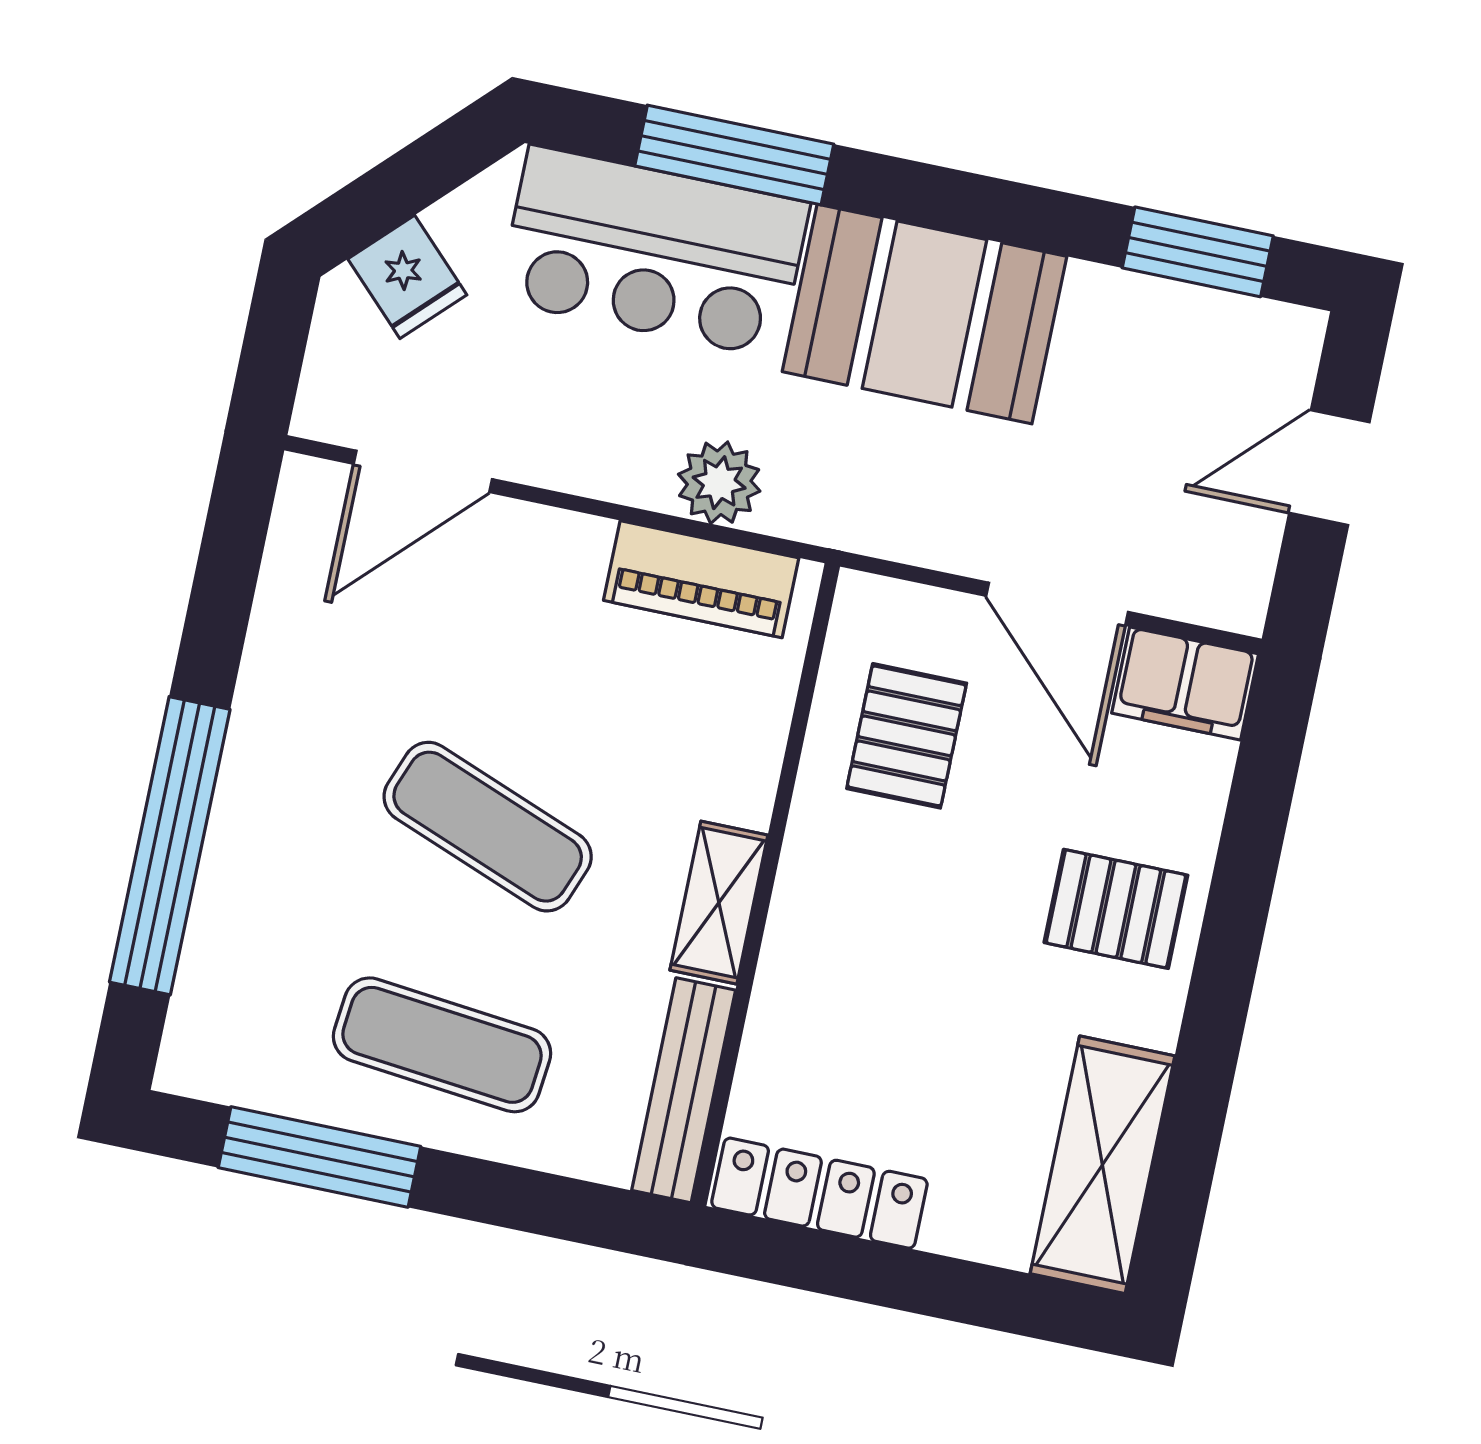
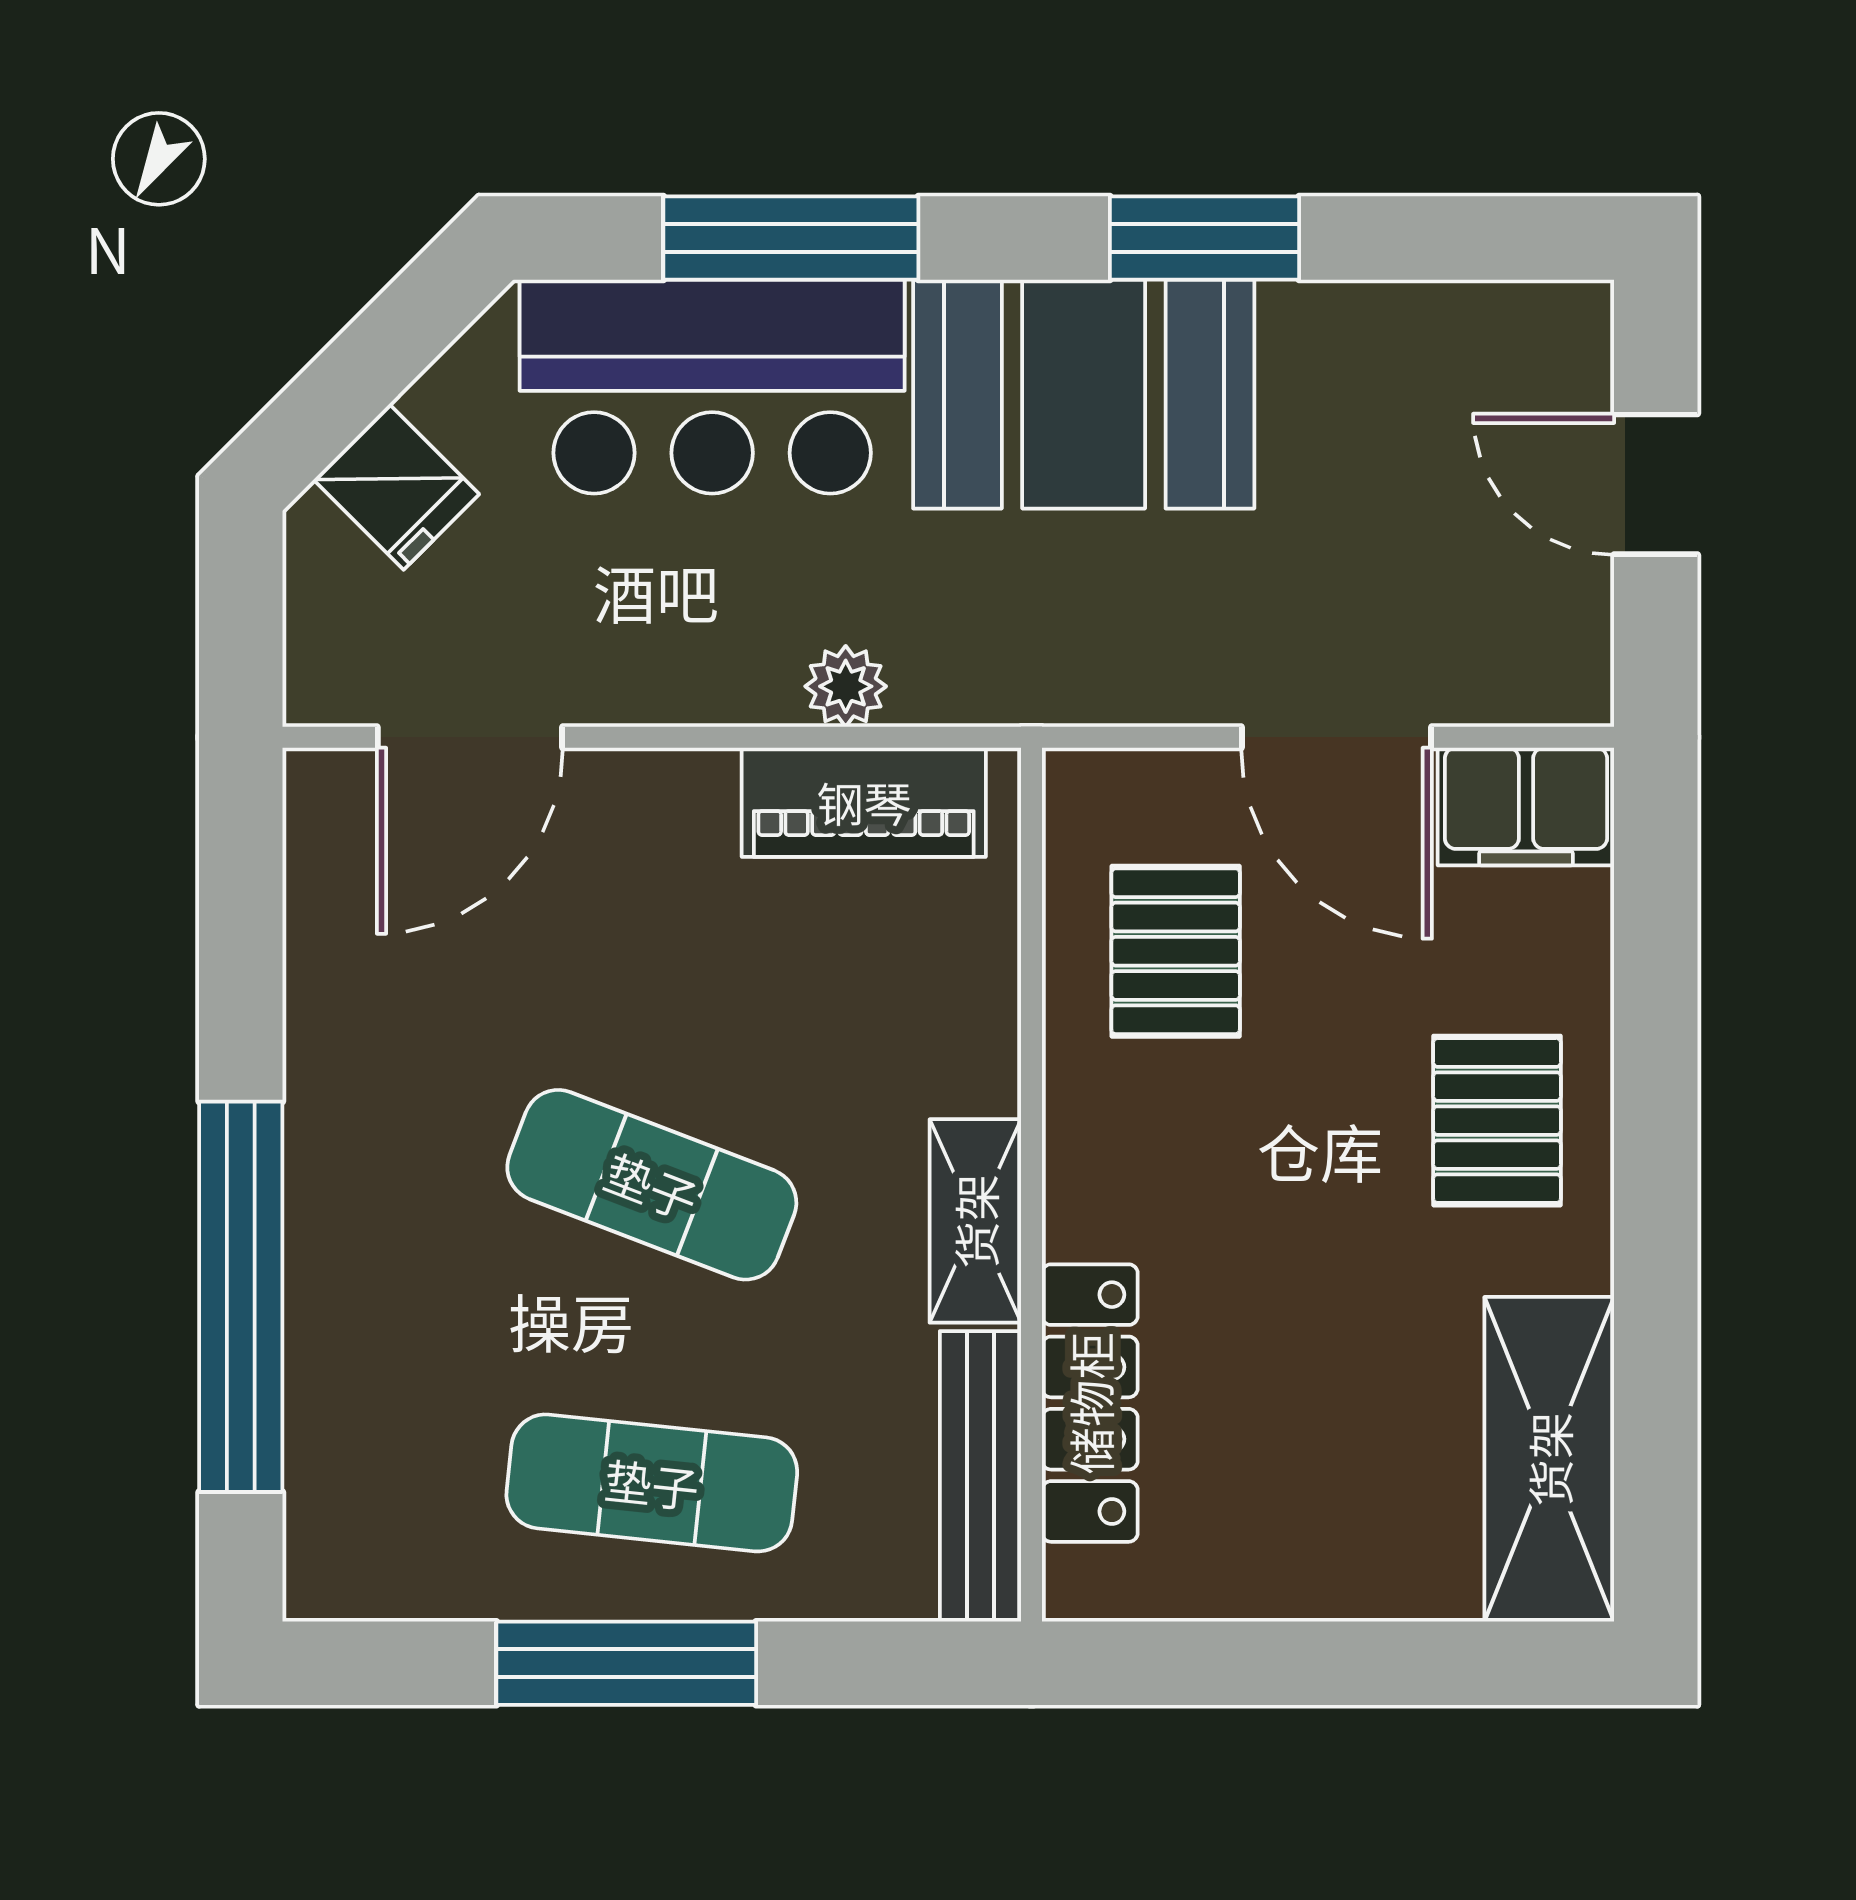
window: (1198, 252) -> (1205, 238), moved
door: (1329, 468) -> (1656, 484), hinge flipped
plant: (719, 483) -> (846, 686), width x0.73, depth x0.73
pallet: (1116, 909) -> (1497, 1121), turned 90
window: (319, 1157) -> (626, 1663), moved
locker: (819, 1193) -> (1090, 1403), moved, turned 90

